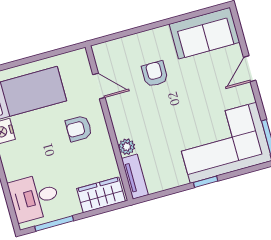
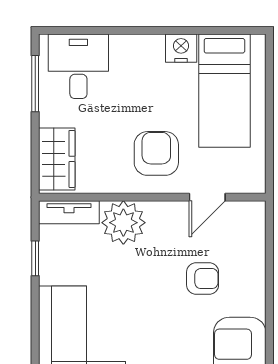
armchair: (79, 128) -> (156, 153), width x1.38, depth x1.38
plant: (127, 147) -> (123, 223), width x1.88, depth x1.88
window: (206, 182) -> (35, 258), moved

